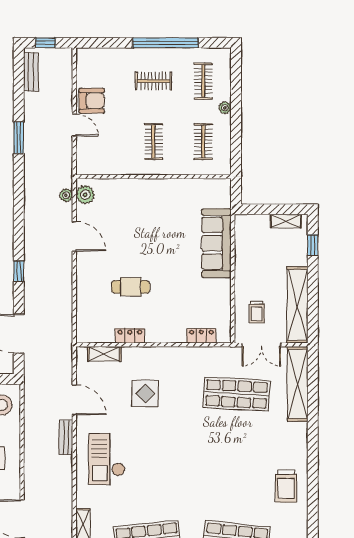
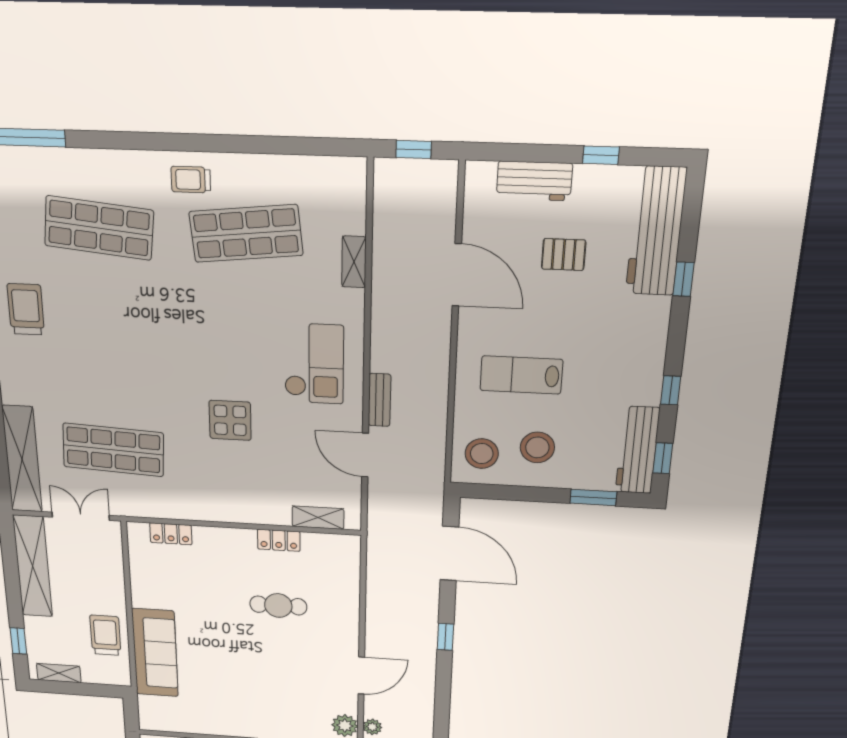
door: (74, 236) -> (361, 676), swing flipped
trolley: (257, 312) -> (105, 635), moved, width x1.36, depth x1.39
display table: (145, 394) -> (230, 420), moved

